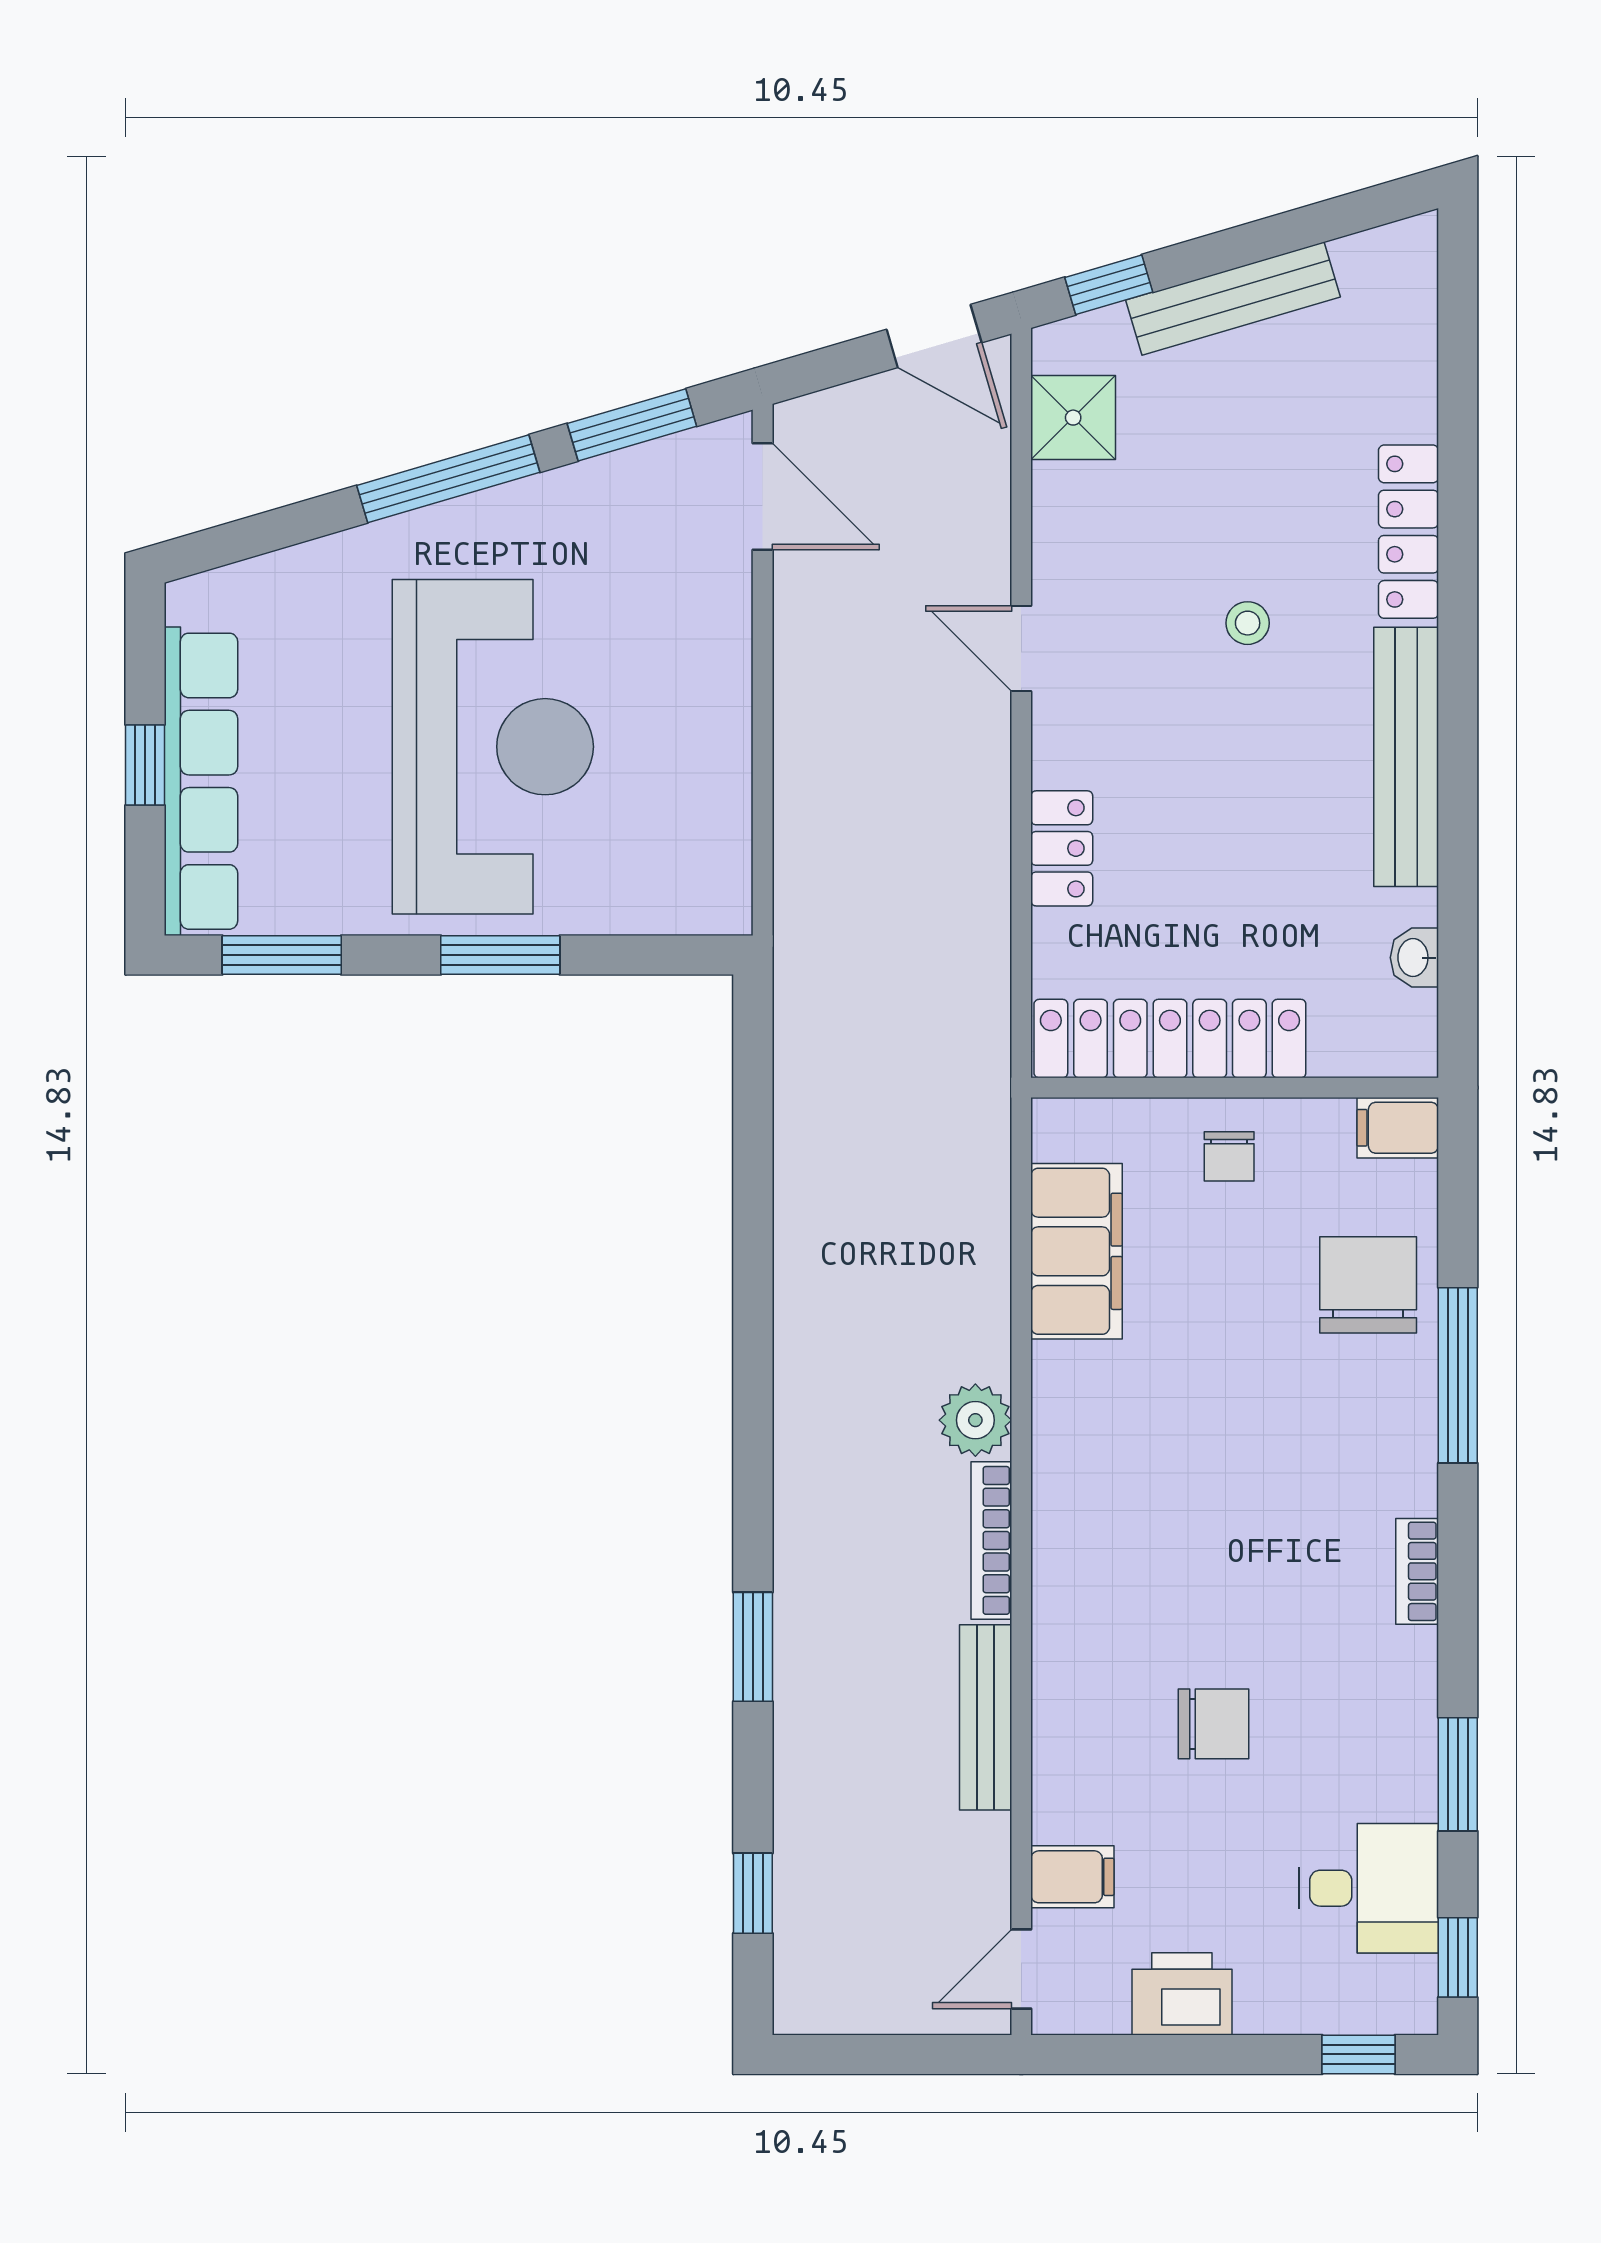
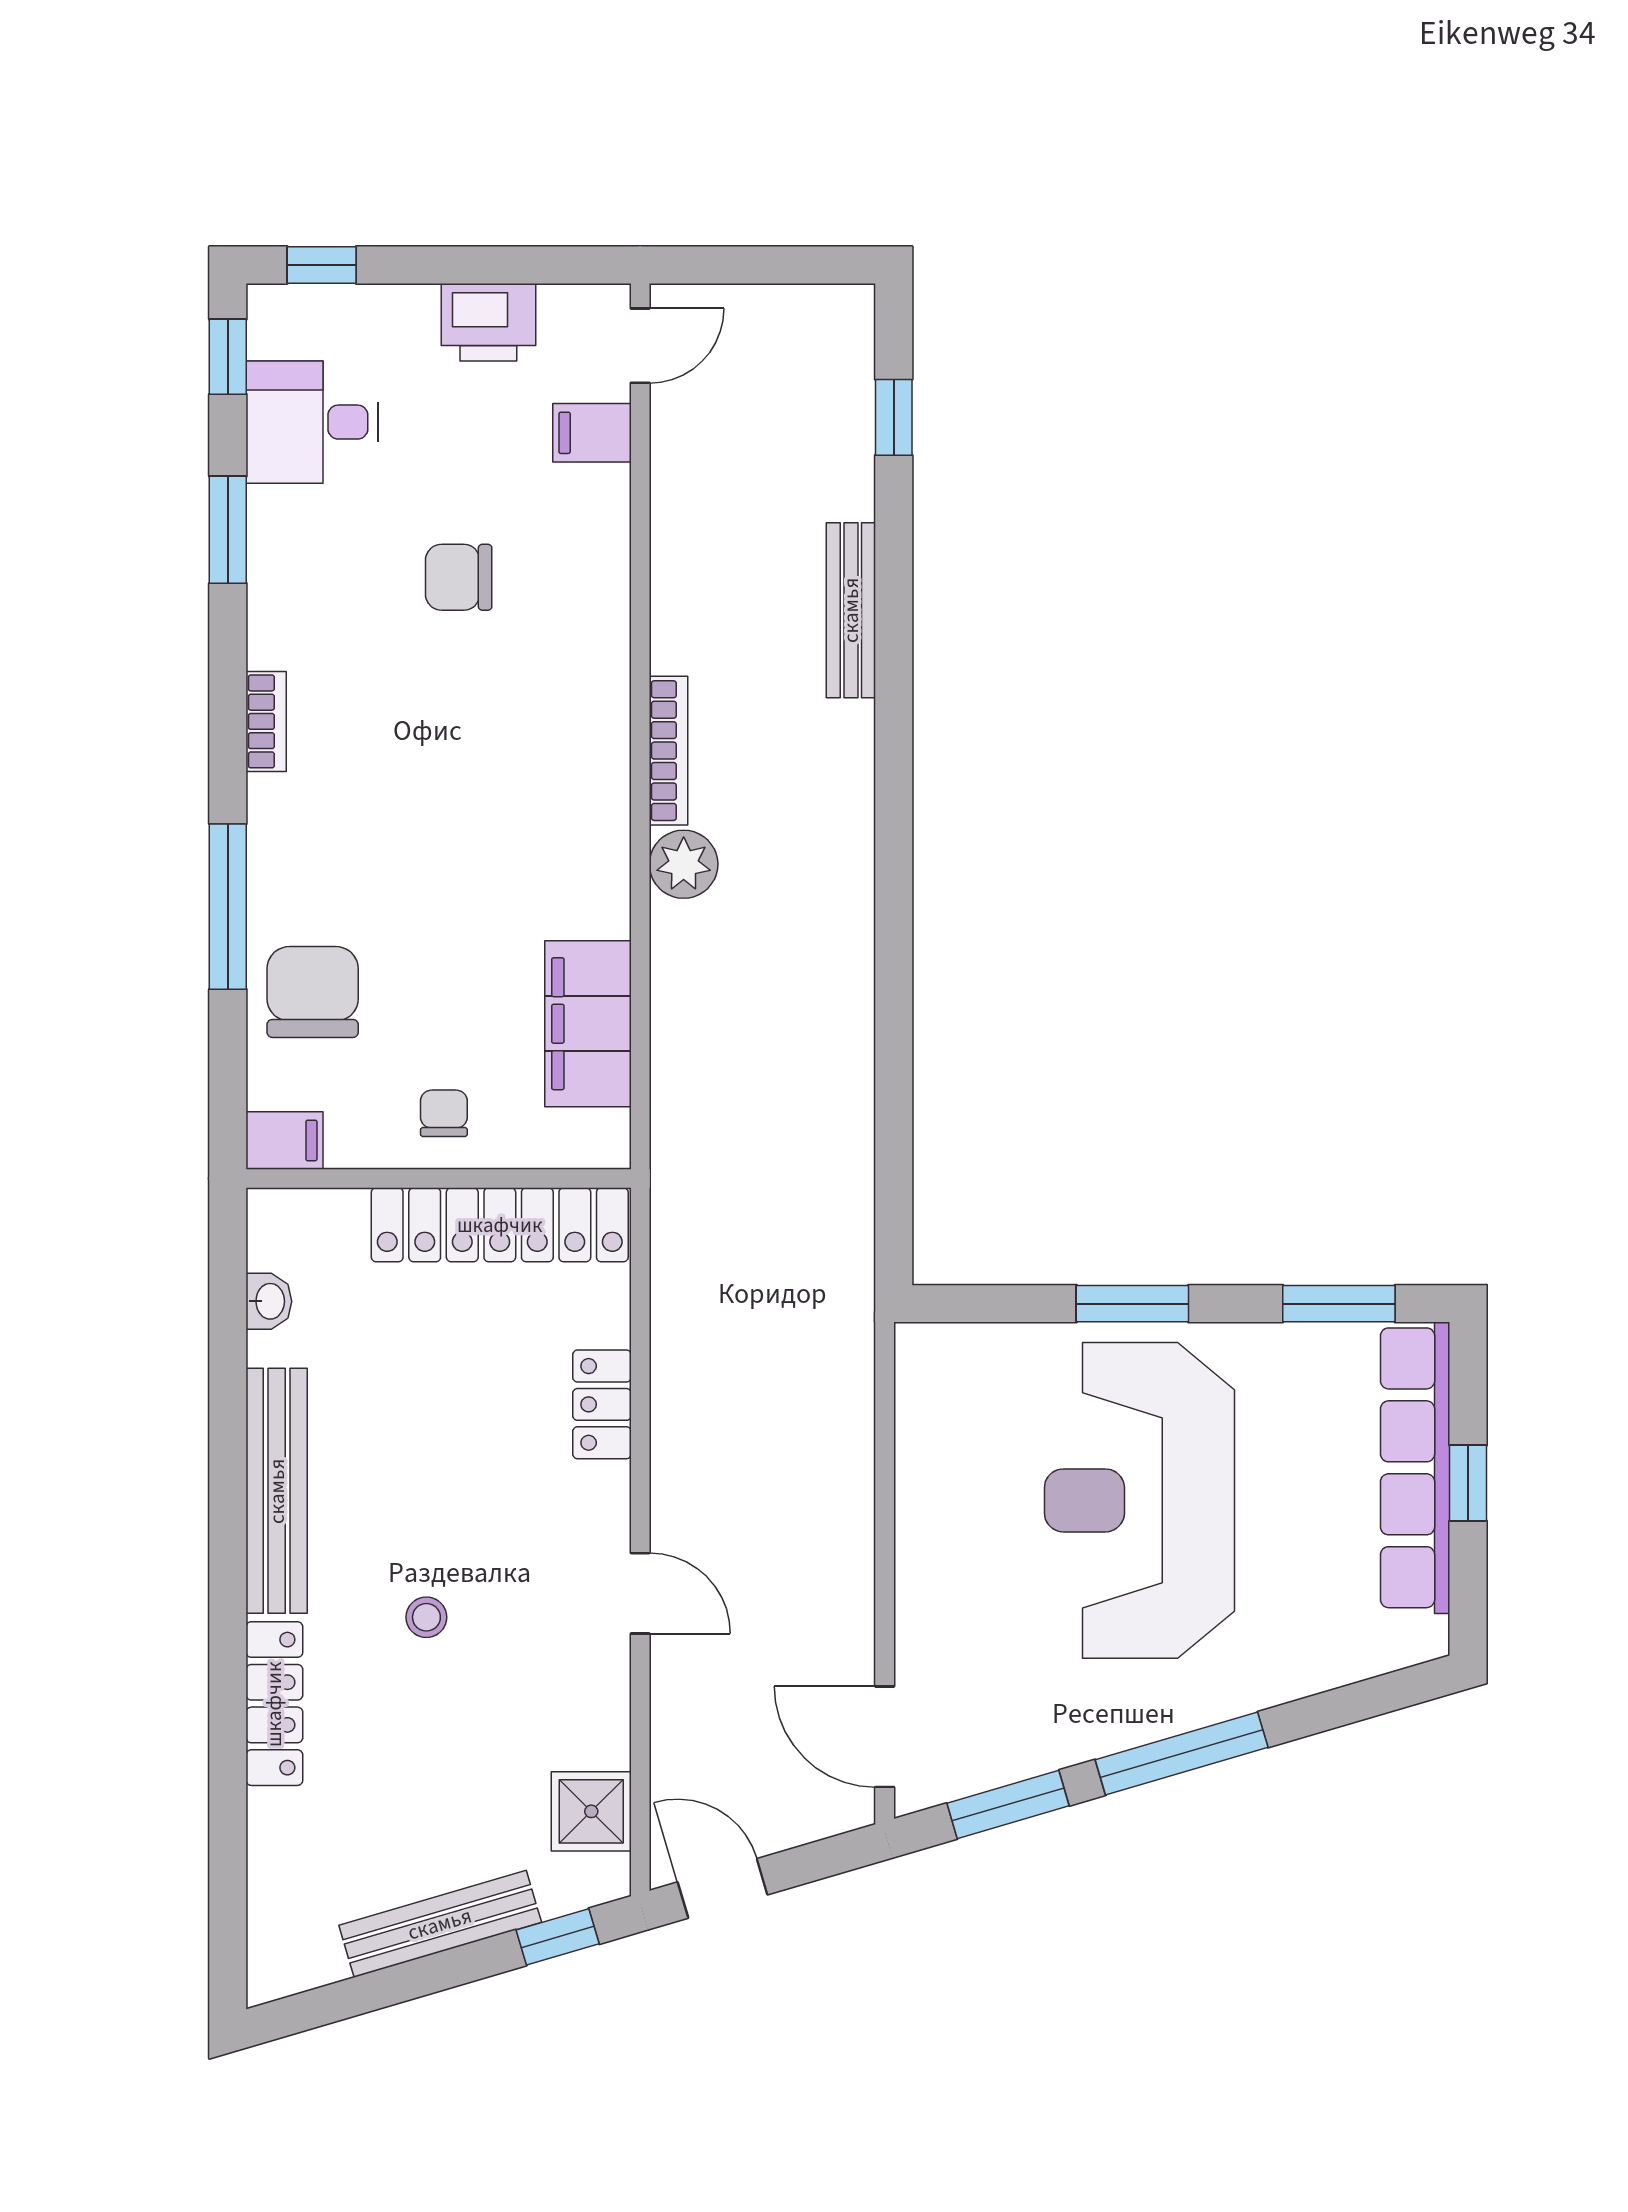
chair: (1368, 1285) -> (313, 992), turned 180
window: (753, 1647) -> (894, 650), removed
bench: (986, 1717) -> (851, 610), moved

